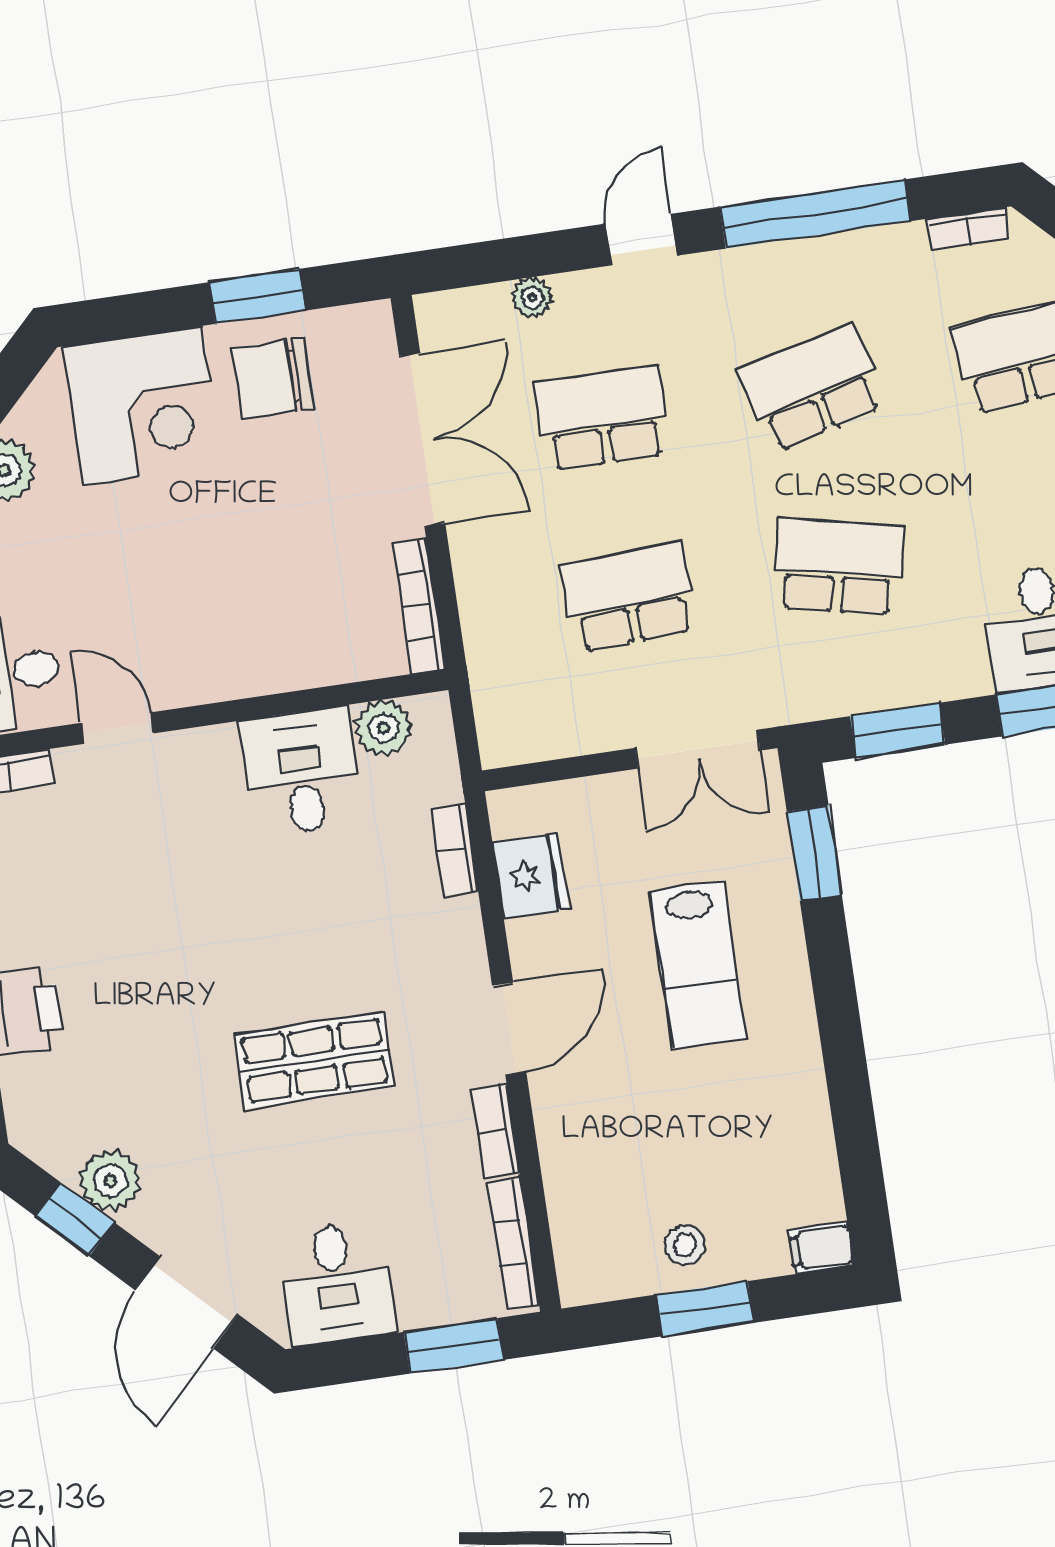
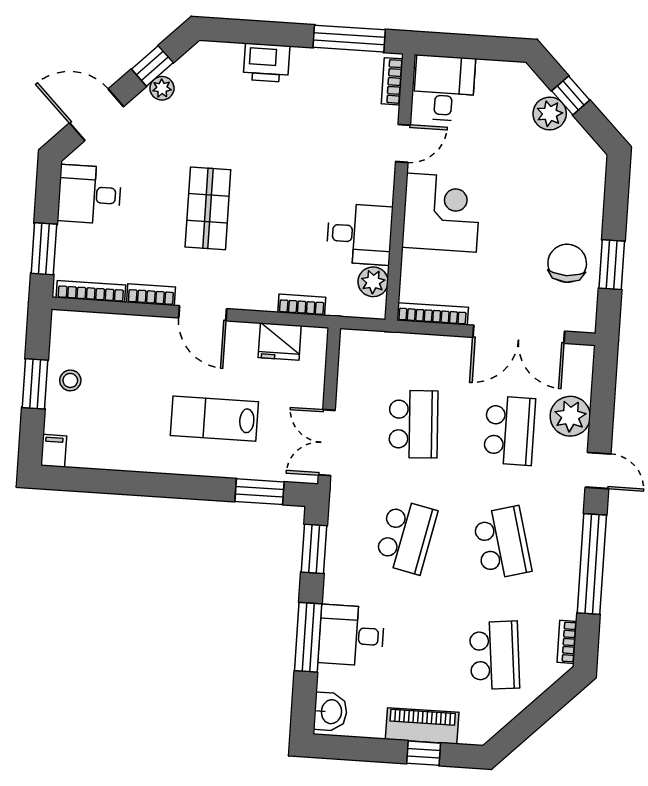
plant: (532, 297) -> (570, 416), width x1.88, depth x1.88
corner desk: (143, 406) -> (441, 213), moved, turned 180
plant: (110, 1181) -> (162, 88), width x0.73, depth x0.73

